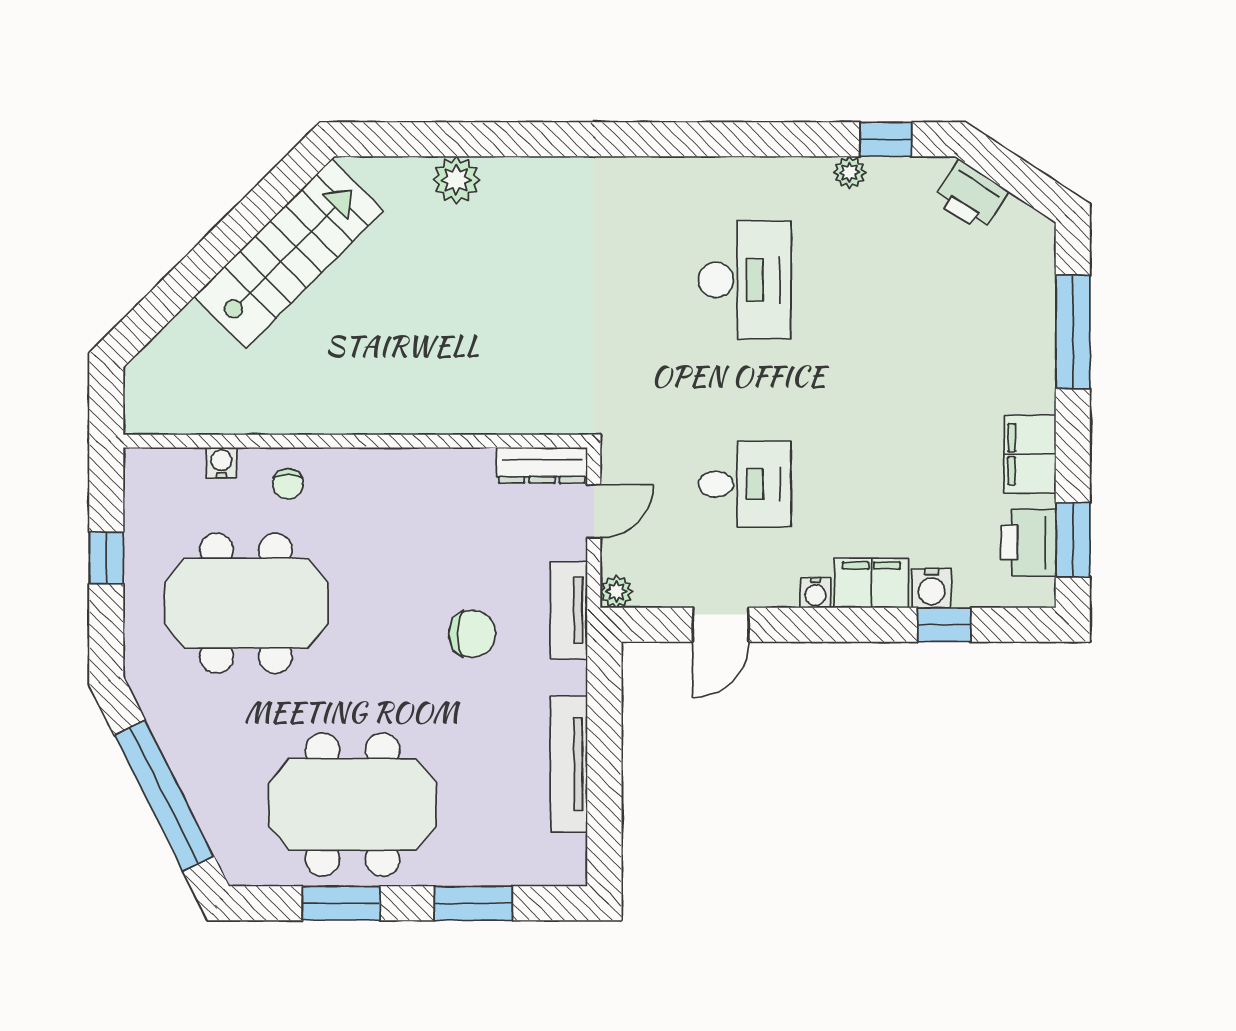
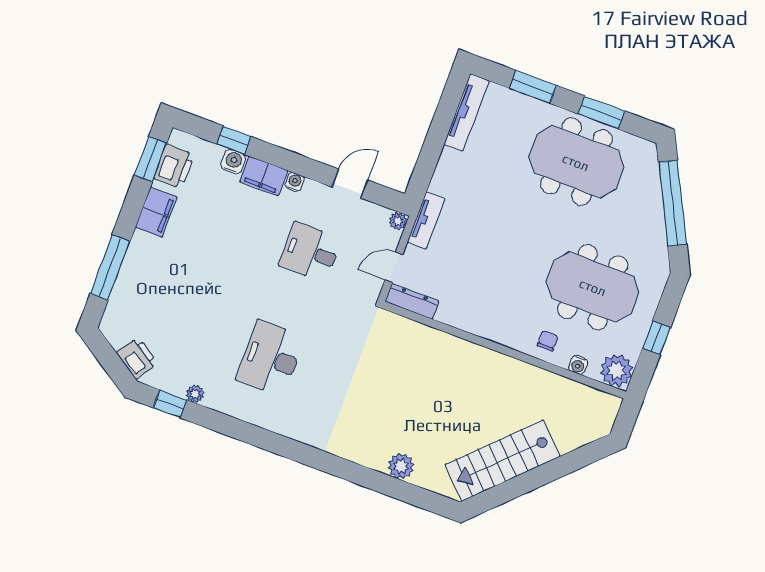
plant: (153, 477) -> (616, 371), added
chair: (472, 634) -> (481, 227), removed
tv unit: (569, 764) -> (467, 112), moved

